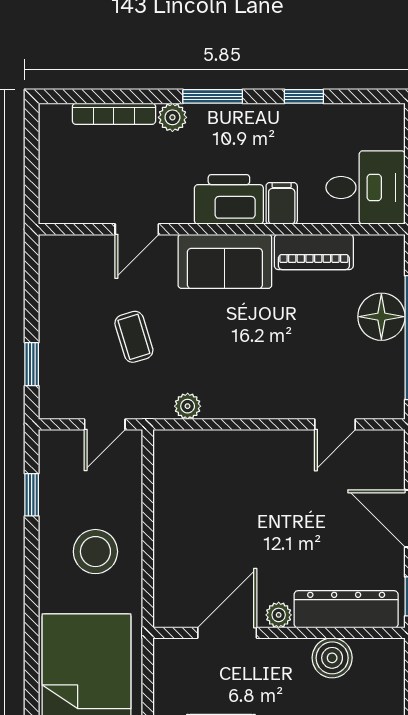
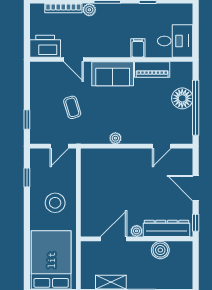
printer: (229, 199) -> (45, 46), moved
door: (137, 229) -> (74, 60), hinge flipped
plant: (188, 406) -> (115, 138), moved

